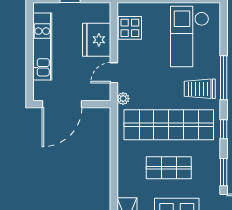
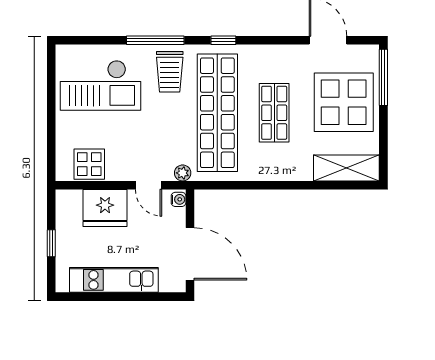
water cooler: (103, 95) -> (179, 199), added
window: (224, 172) -> (280, 40), removed

